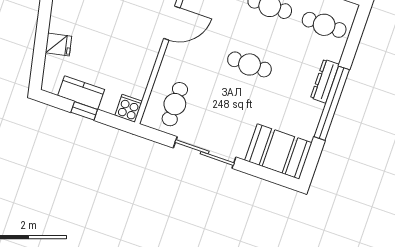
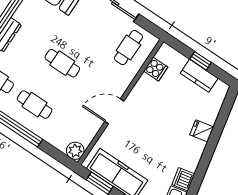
fridge: (58, 44) -> (202, 131), moved
cooker: (129, 108) -> (156, 69), moved, turned -90

